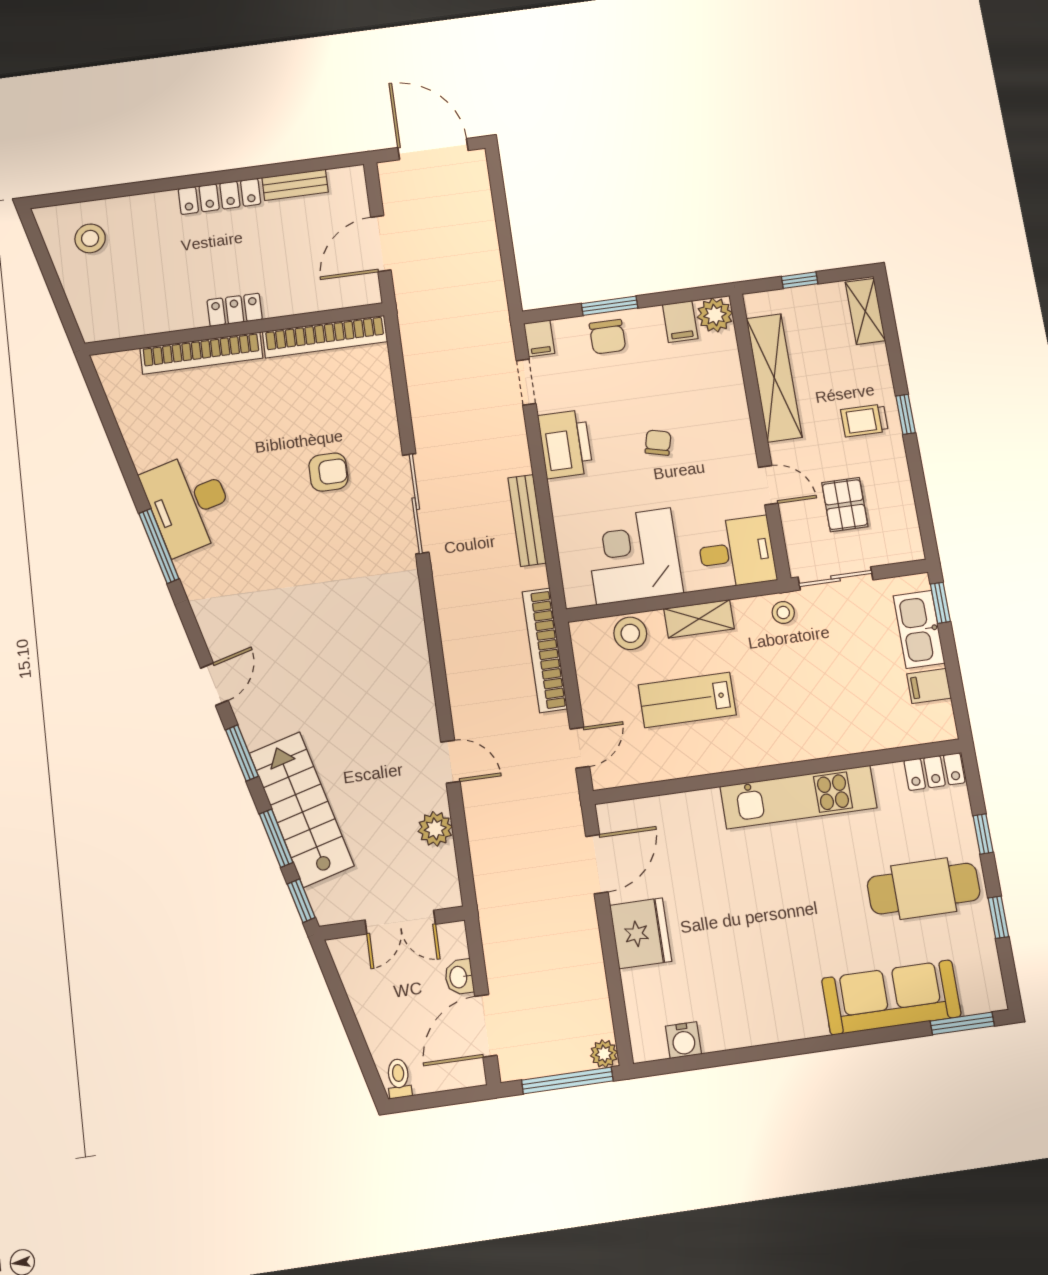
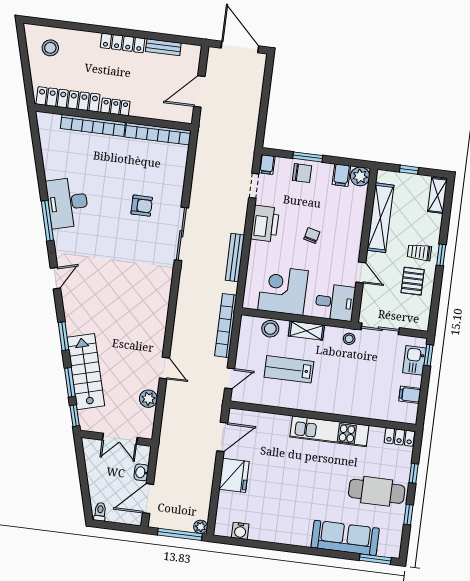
locker: (144, 319) -> (68, 99), added
chair: (607, 337) -> (302, 173), turned -90
pallet: (845, 505) -> (413, 281), moved
kitchen sink: (919, 629) -> (414, 360), width x0.73
door: (214, 684) -> (55, 278), moved

